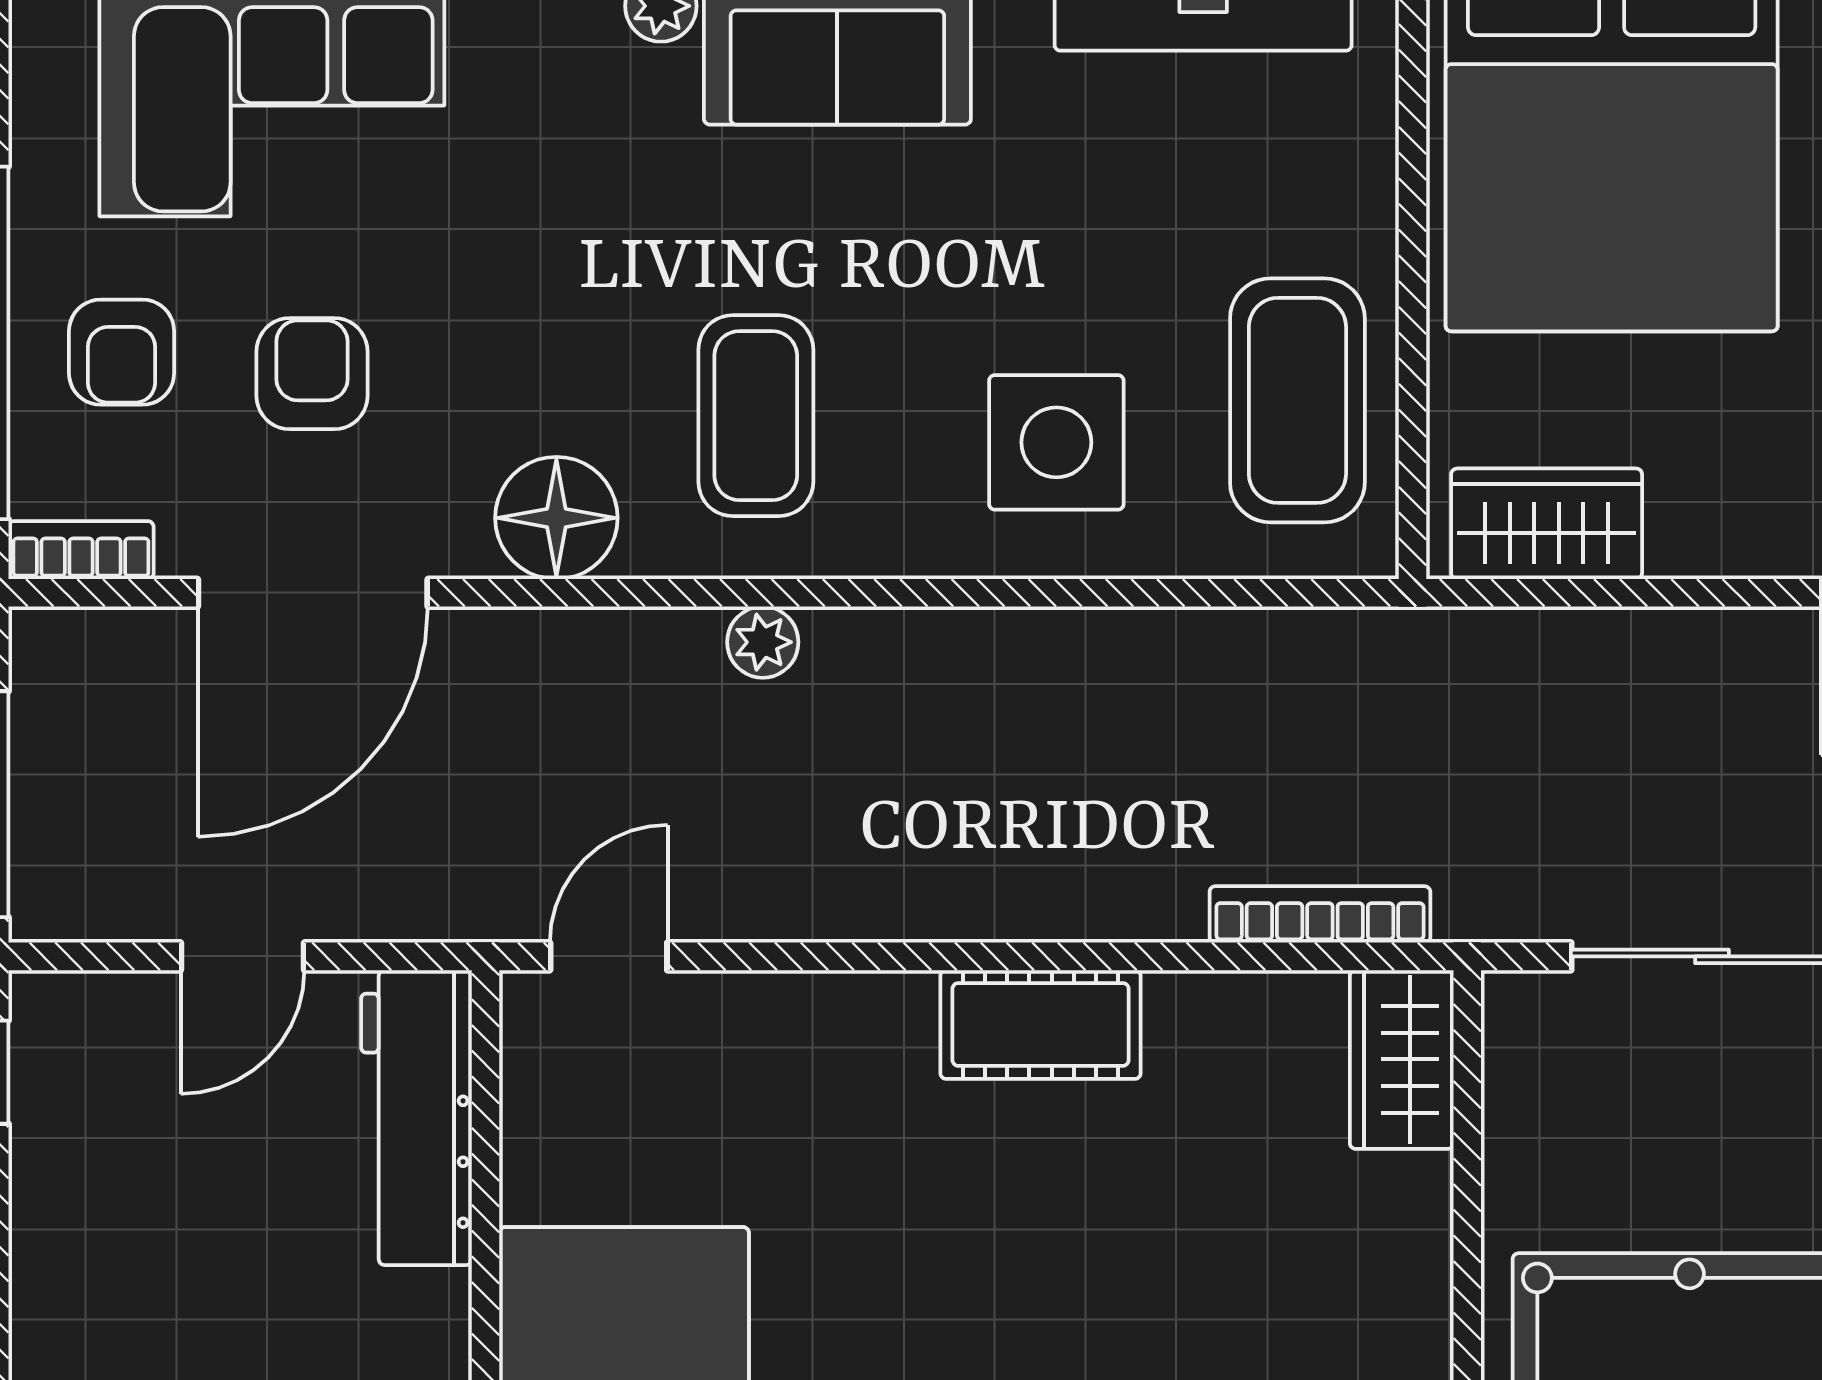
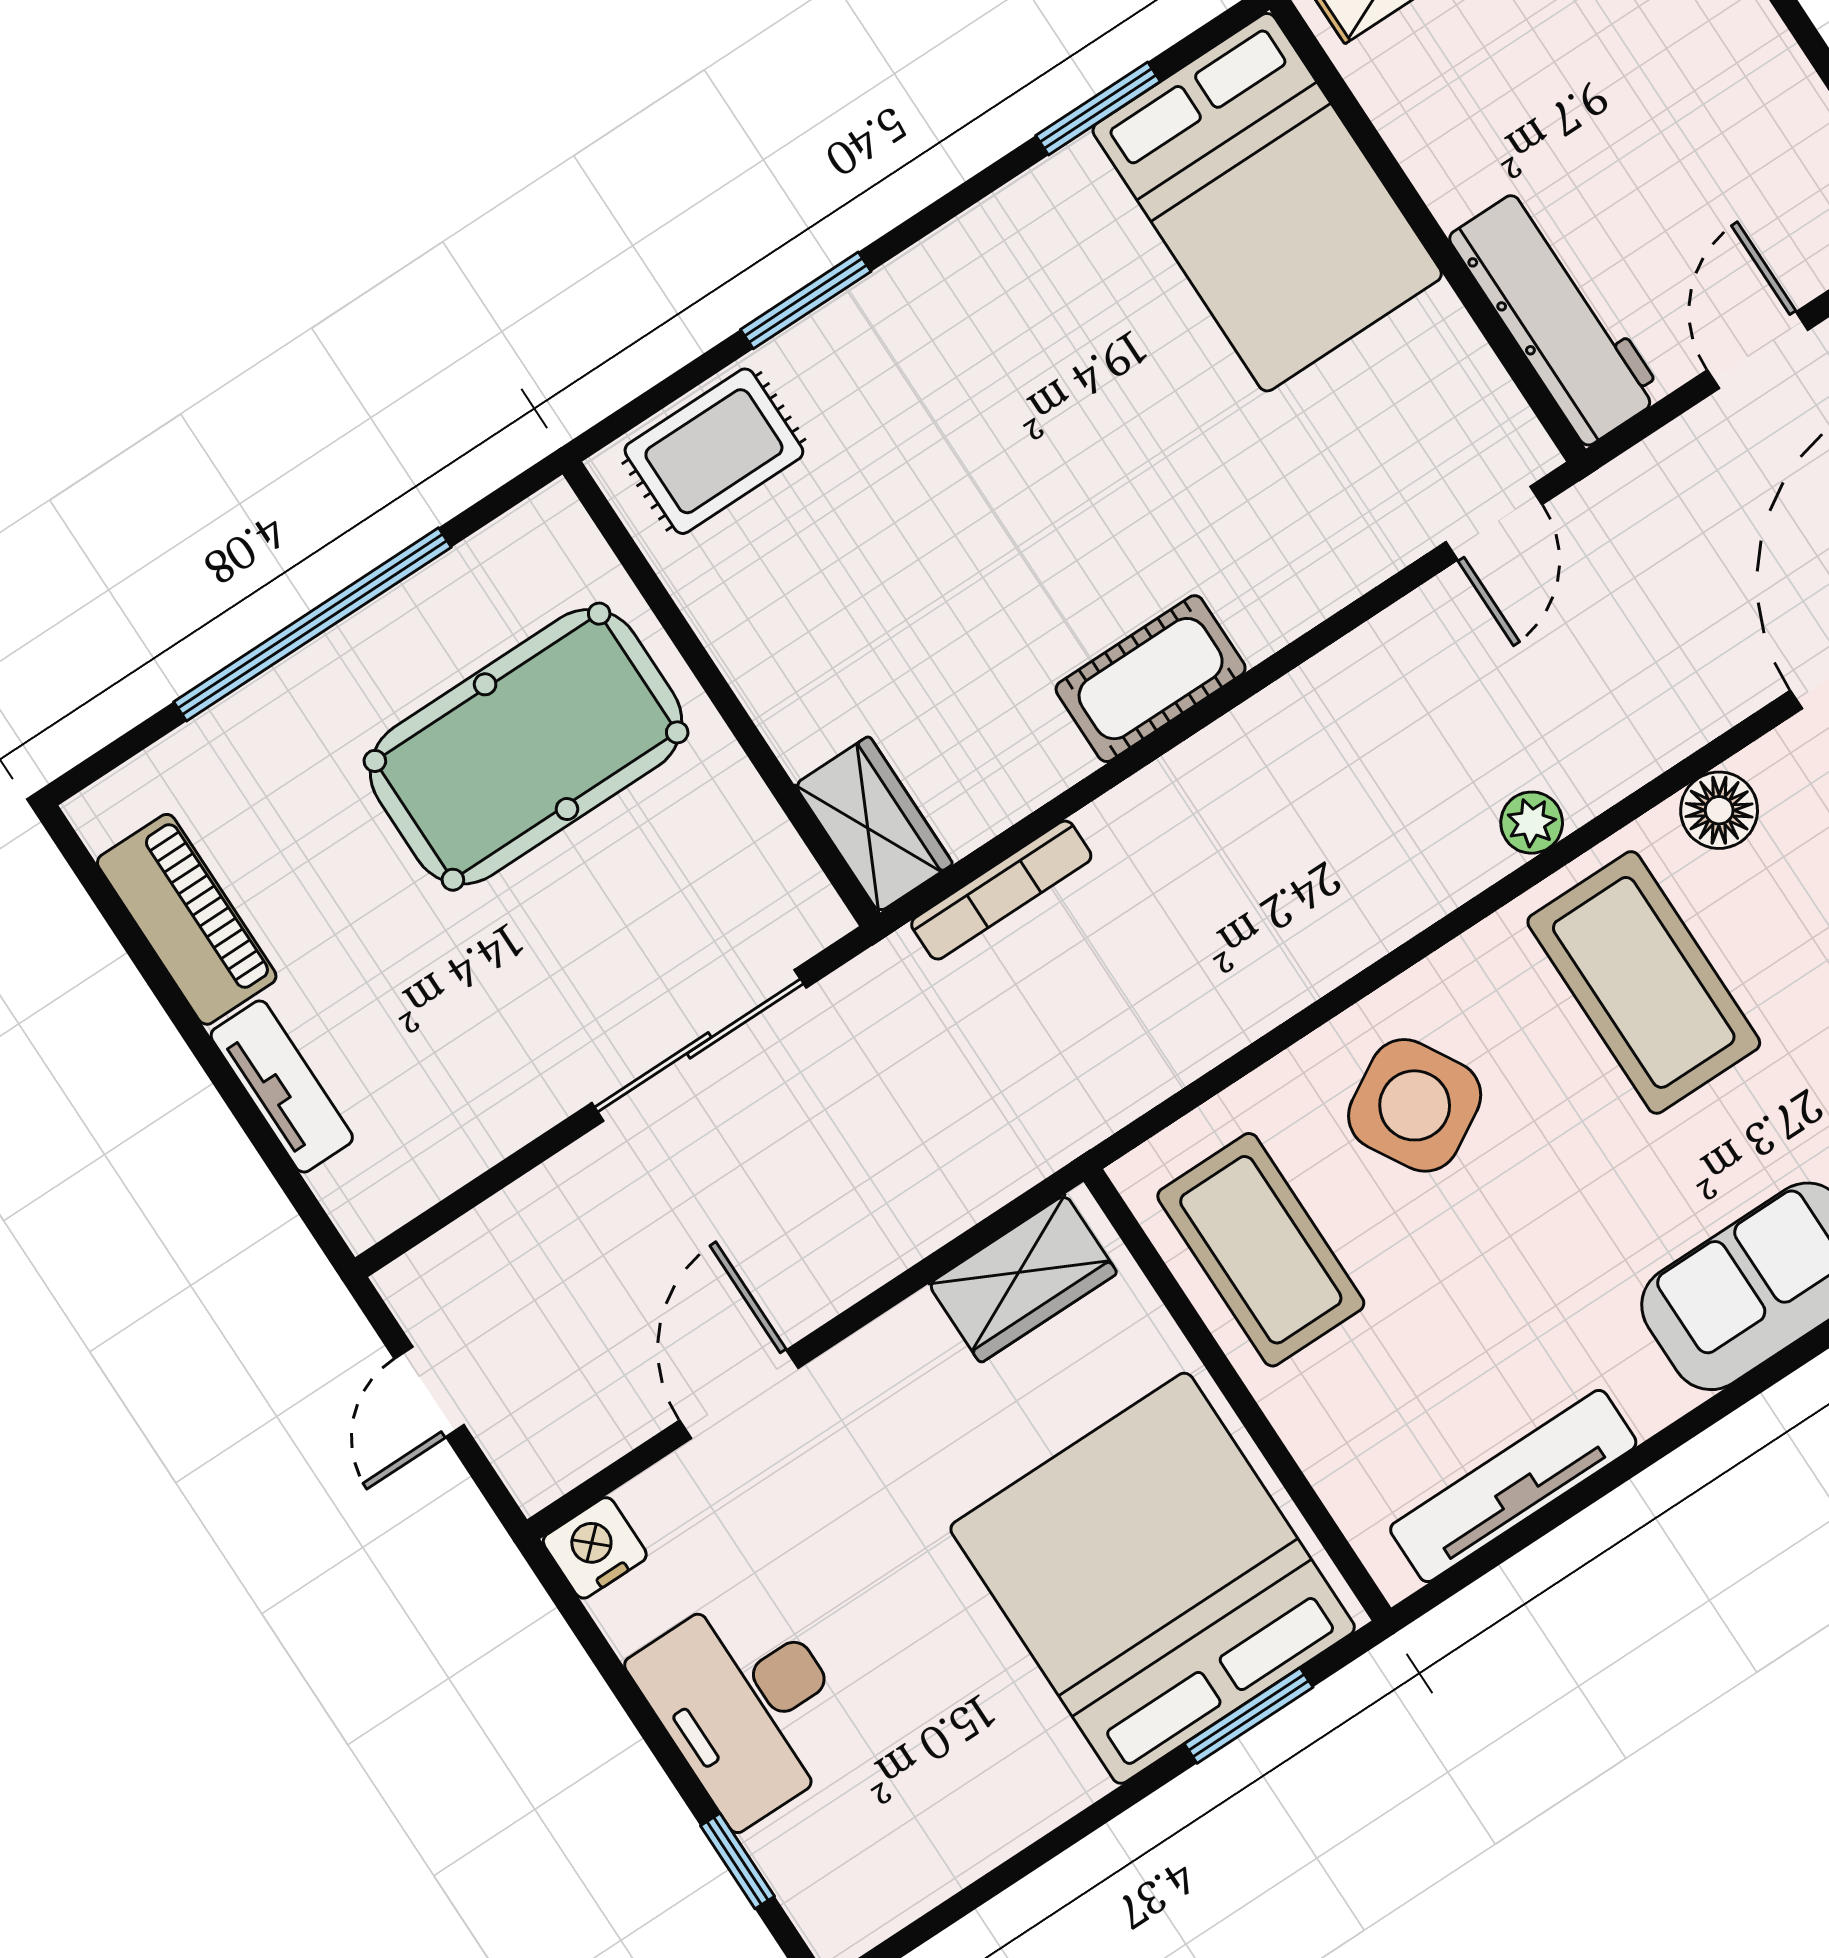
coffee table: (756, 416) -> (1644, 982), width x1.36, depth x1.32
side table: (1056, 442) -> (1415, 1105), turned -30
floor lamp: (556, 518) -> (1719, 810), width x0.73, depth x0.73

